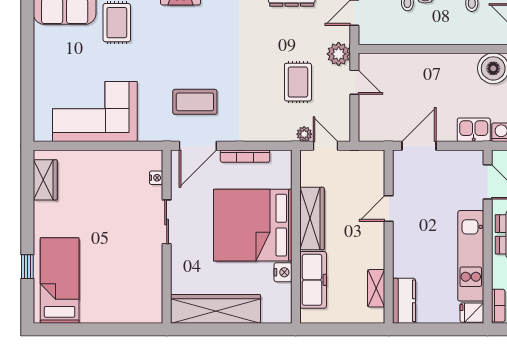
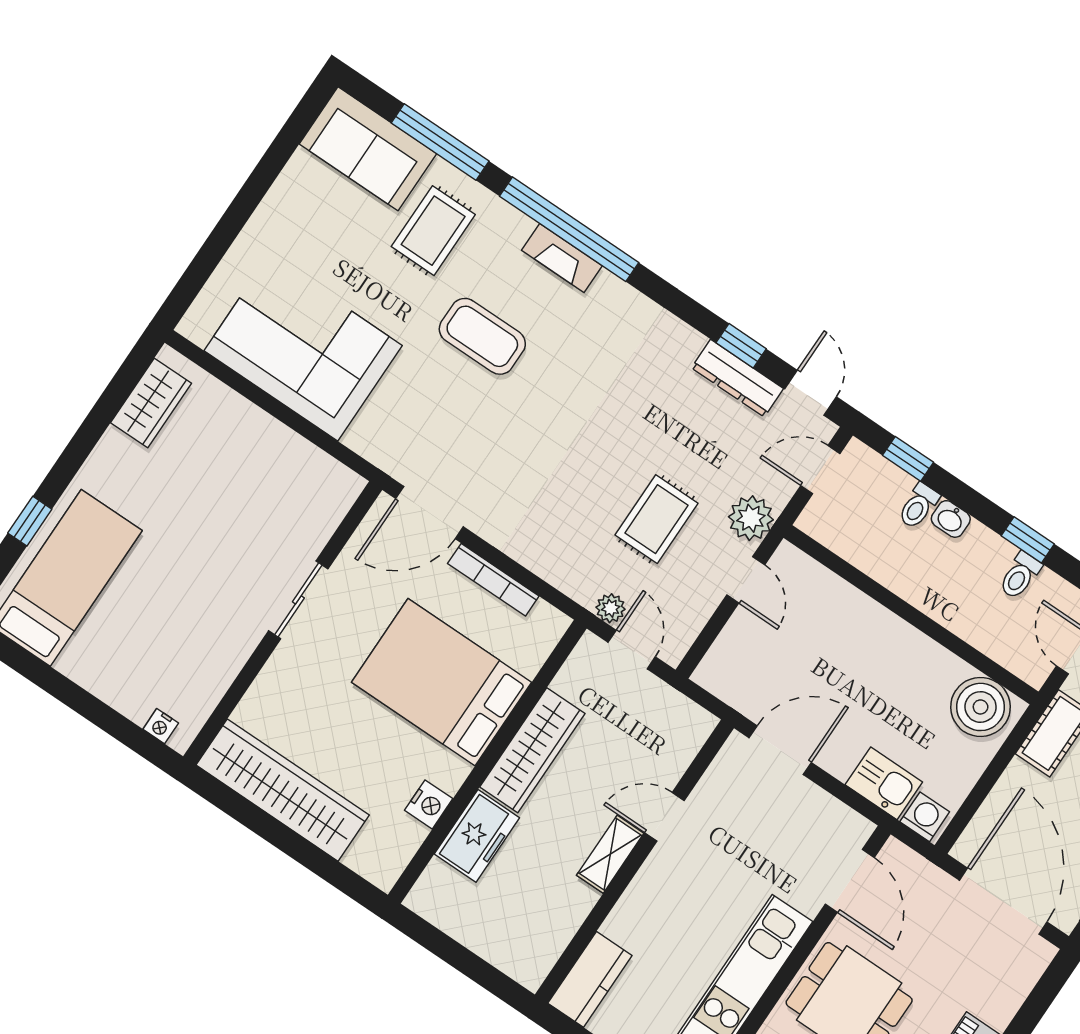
coffee table: (195, 102) -> (482, 336), moved
nightstand: (156, 178) -> (161, 726), moved, turned 90
bed: (253, 225) -> (442, 682), width x0.73
freezer: (313, 280) -> (477, 836), width x0.71
shelving: (376, 288) -> (610, 854), moved

